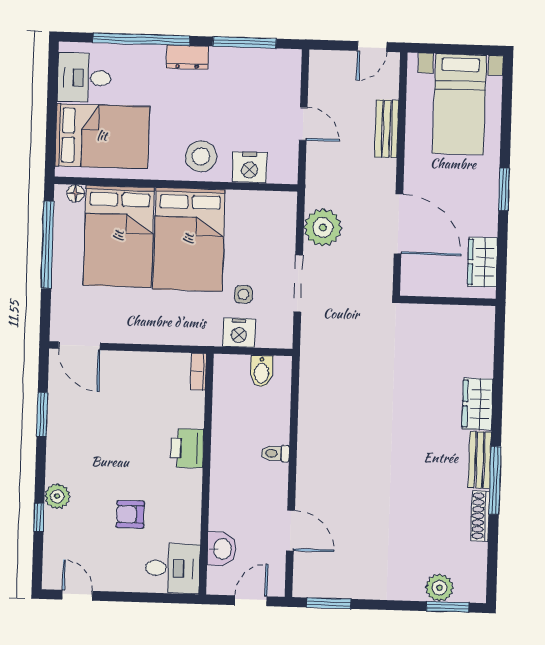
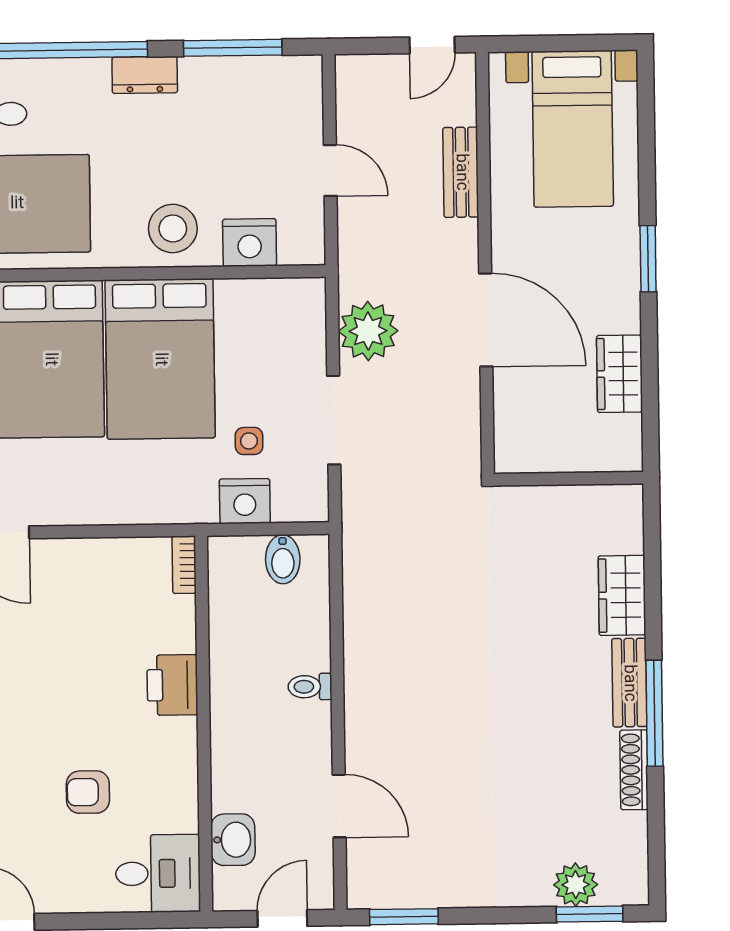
wall: (448, 301) -> (569, 479), moved

